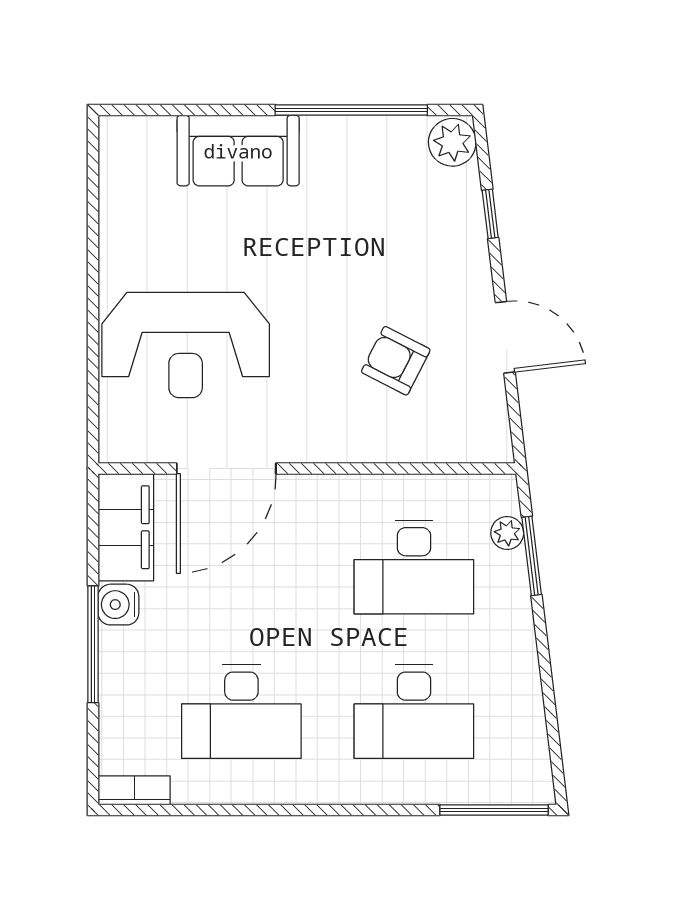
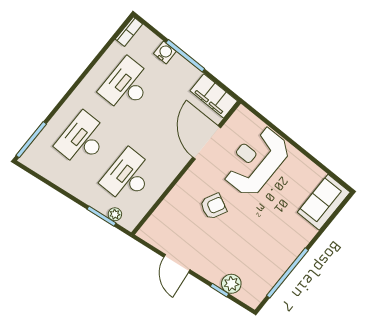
plant: (452, 142) -> (231, 284), moved
sofa: (238, 151) -> (324, 202), moved
door: (505, 337) -> (177, 263), hinge flipped
armchair: (396, 361) -> (213, 206), moved
water cooler: (118, 605) -> (165, 52), moved

